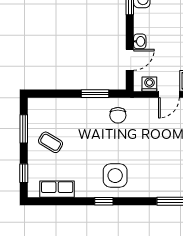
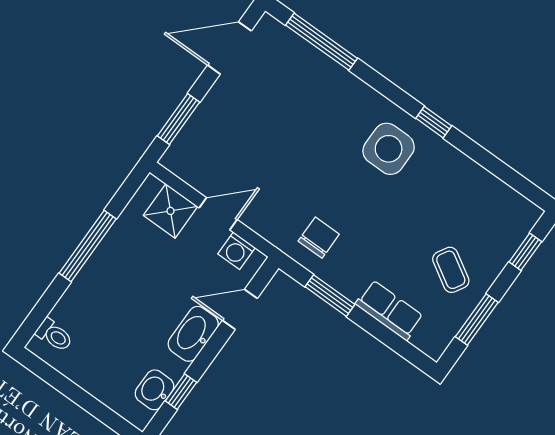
washbasin: (140, 41) -> (193, 334), width x1.91, depth x1.45
row of seats: (57, 189) -> (389, 310), moved, turned 180

